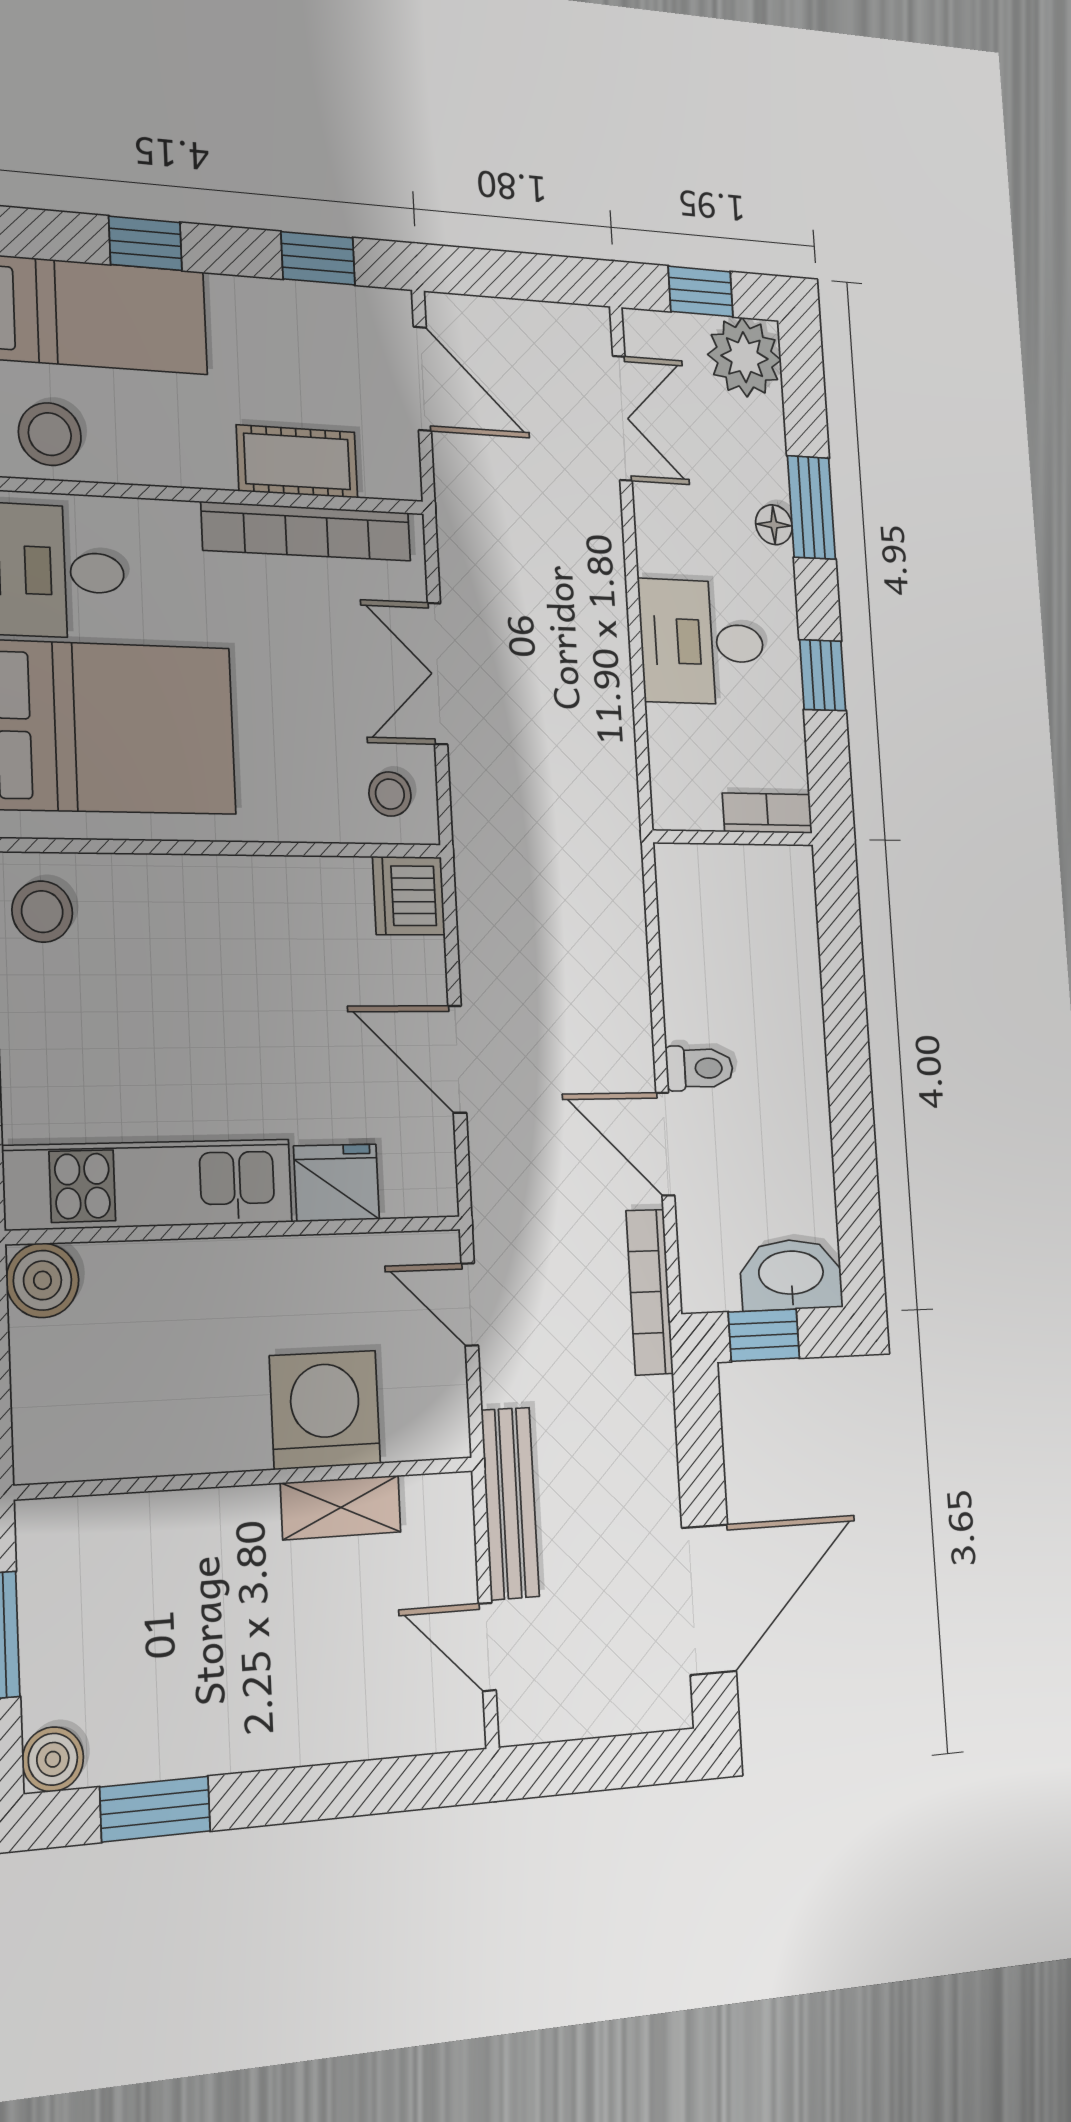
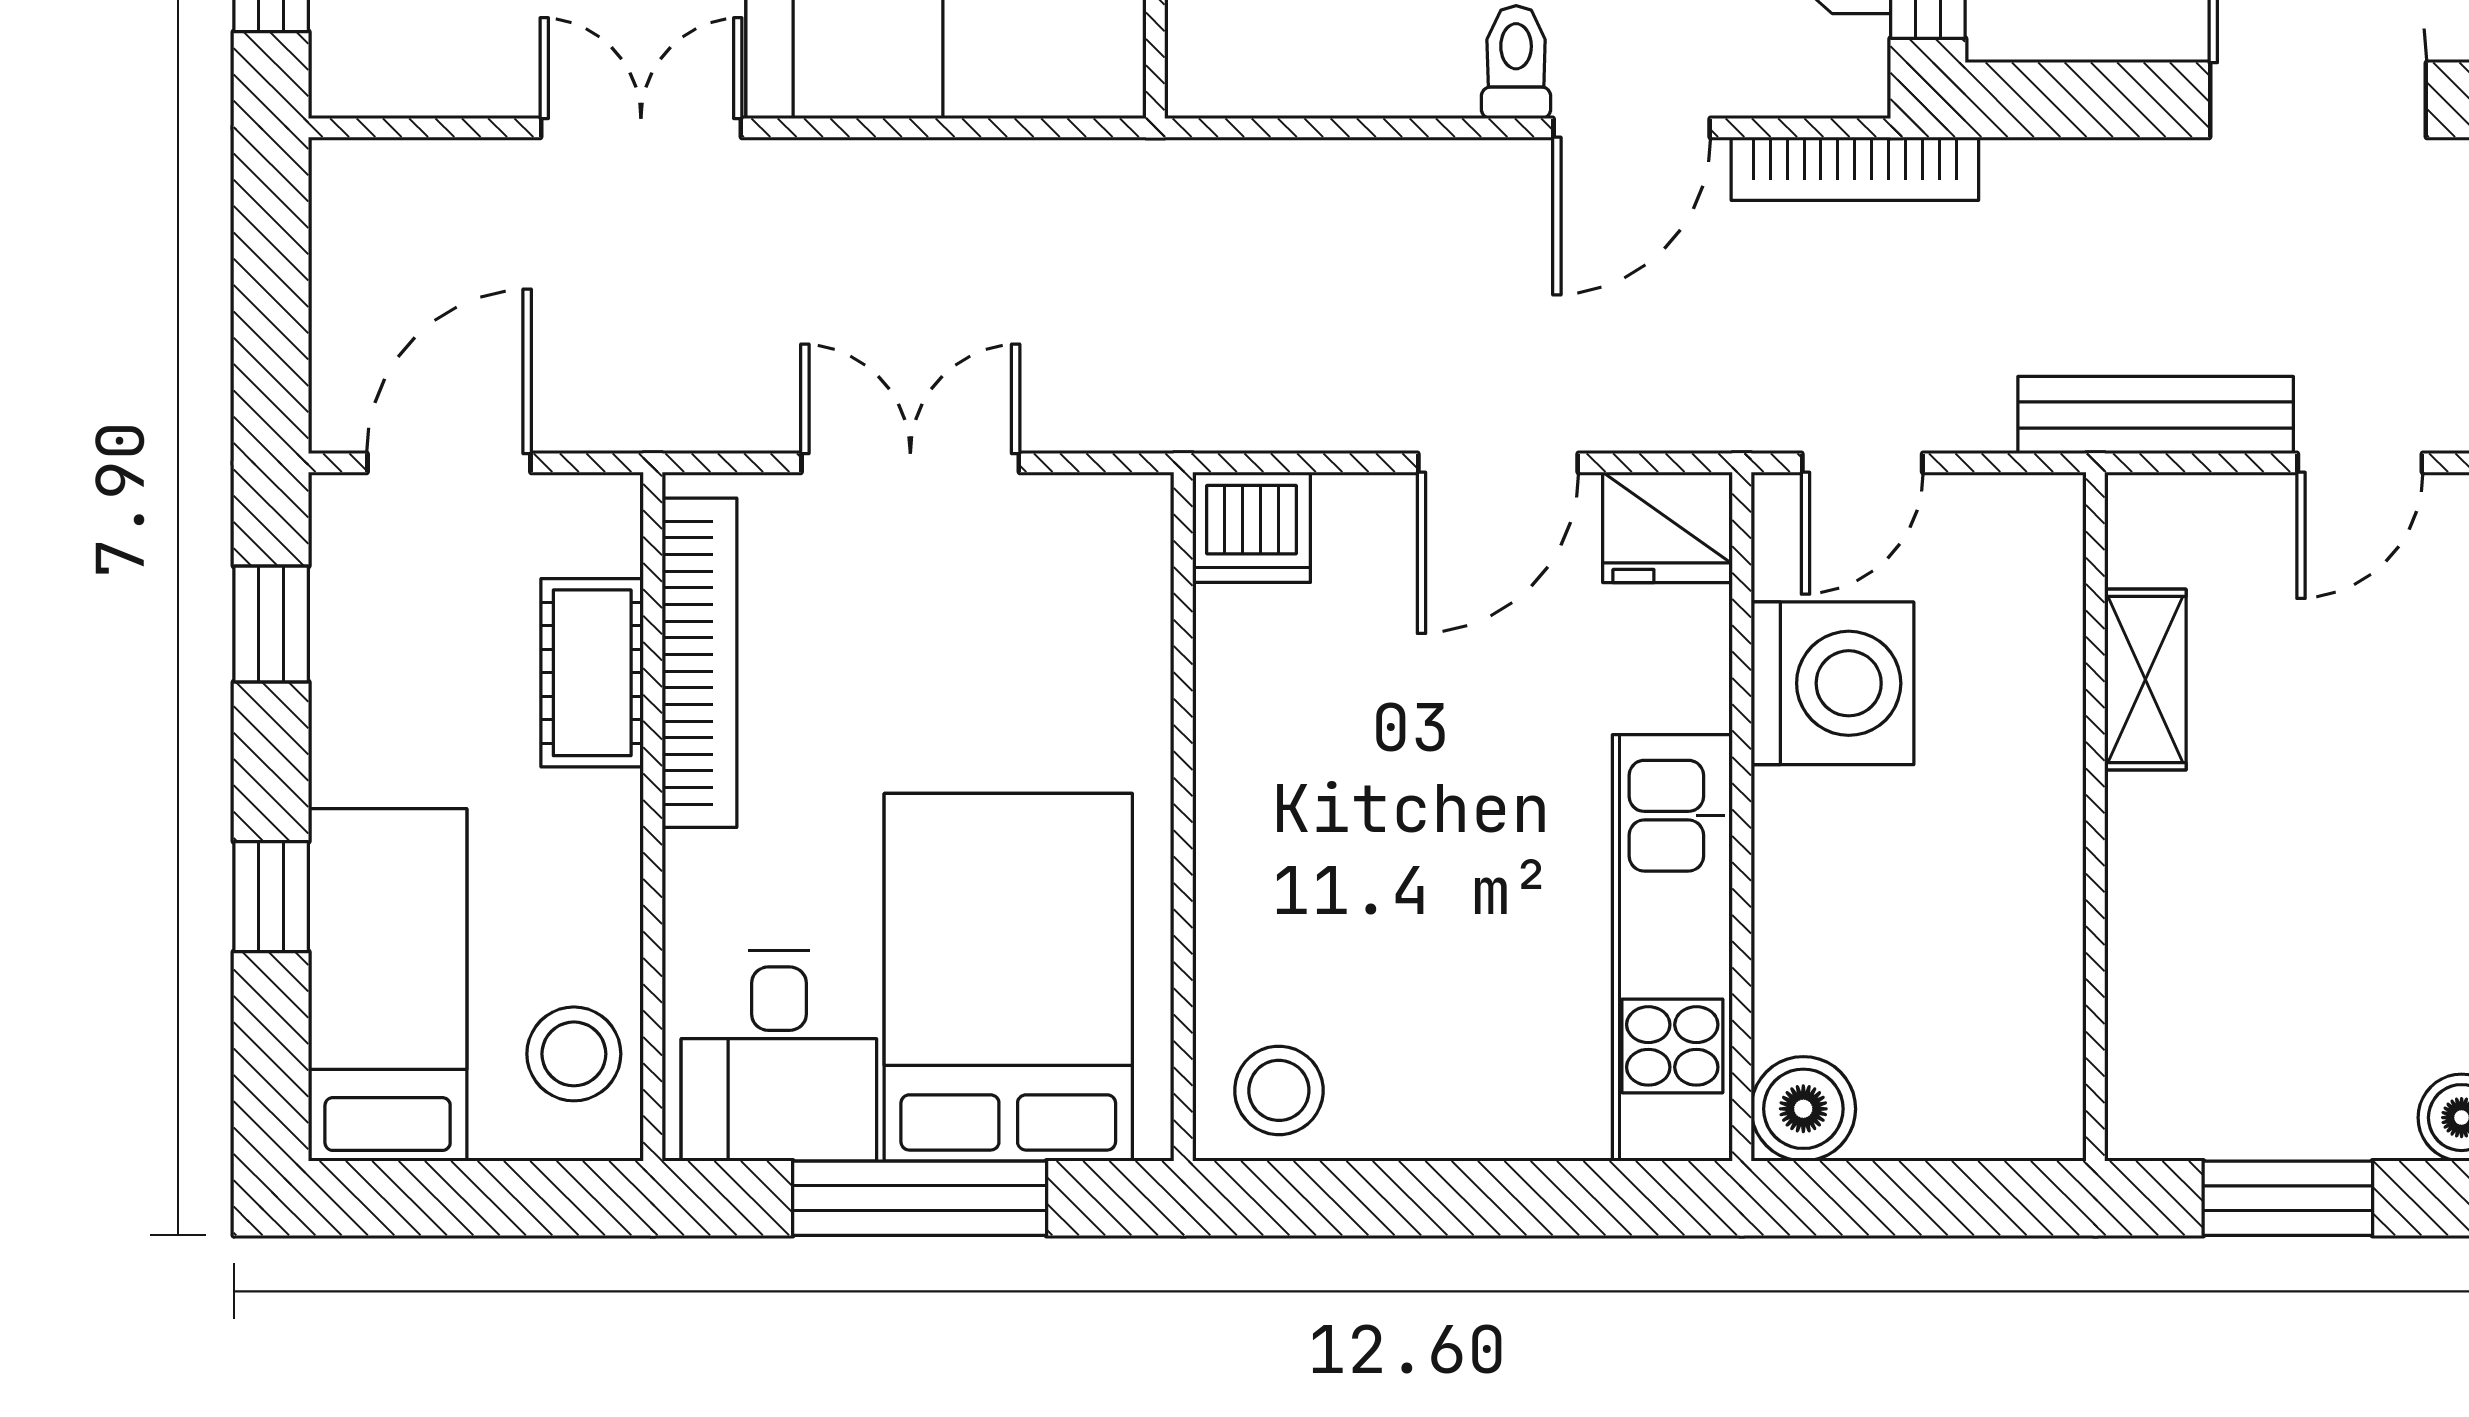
double door: (622, 418) -> (641, 128), moved
double door: (437, 674) -> (910, 463), swing flipped
stool: (390, 794) -> (1098, 550), removed
fridge: (337, 1183) -> (1667, 527), moved, turned -90
washing machine: (325, 1410) -> (1832, 683), moved, turned 180

